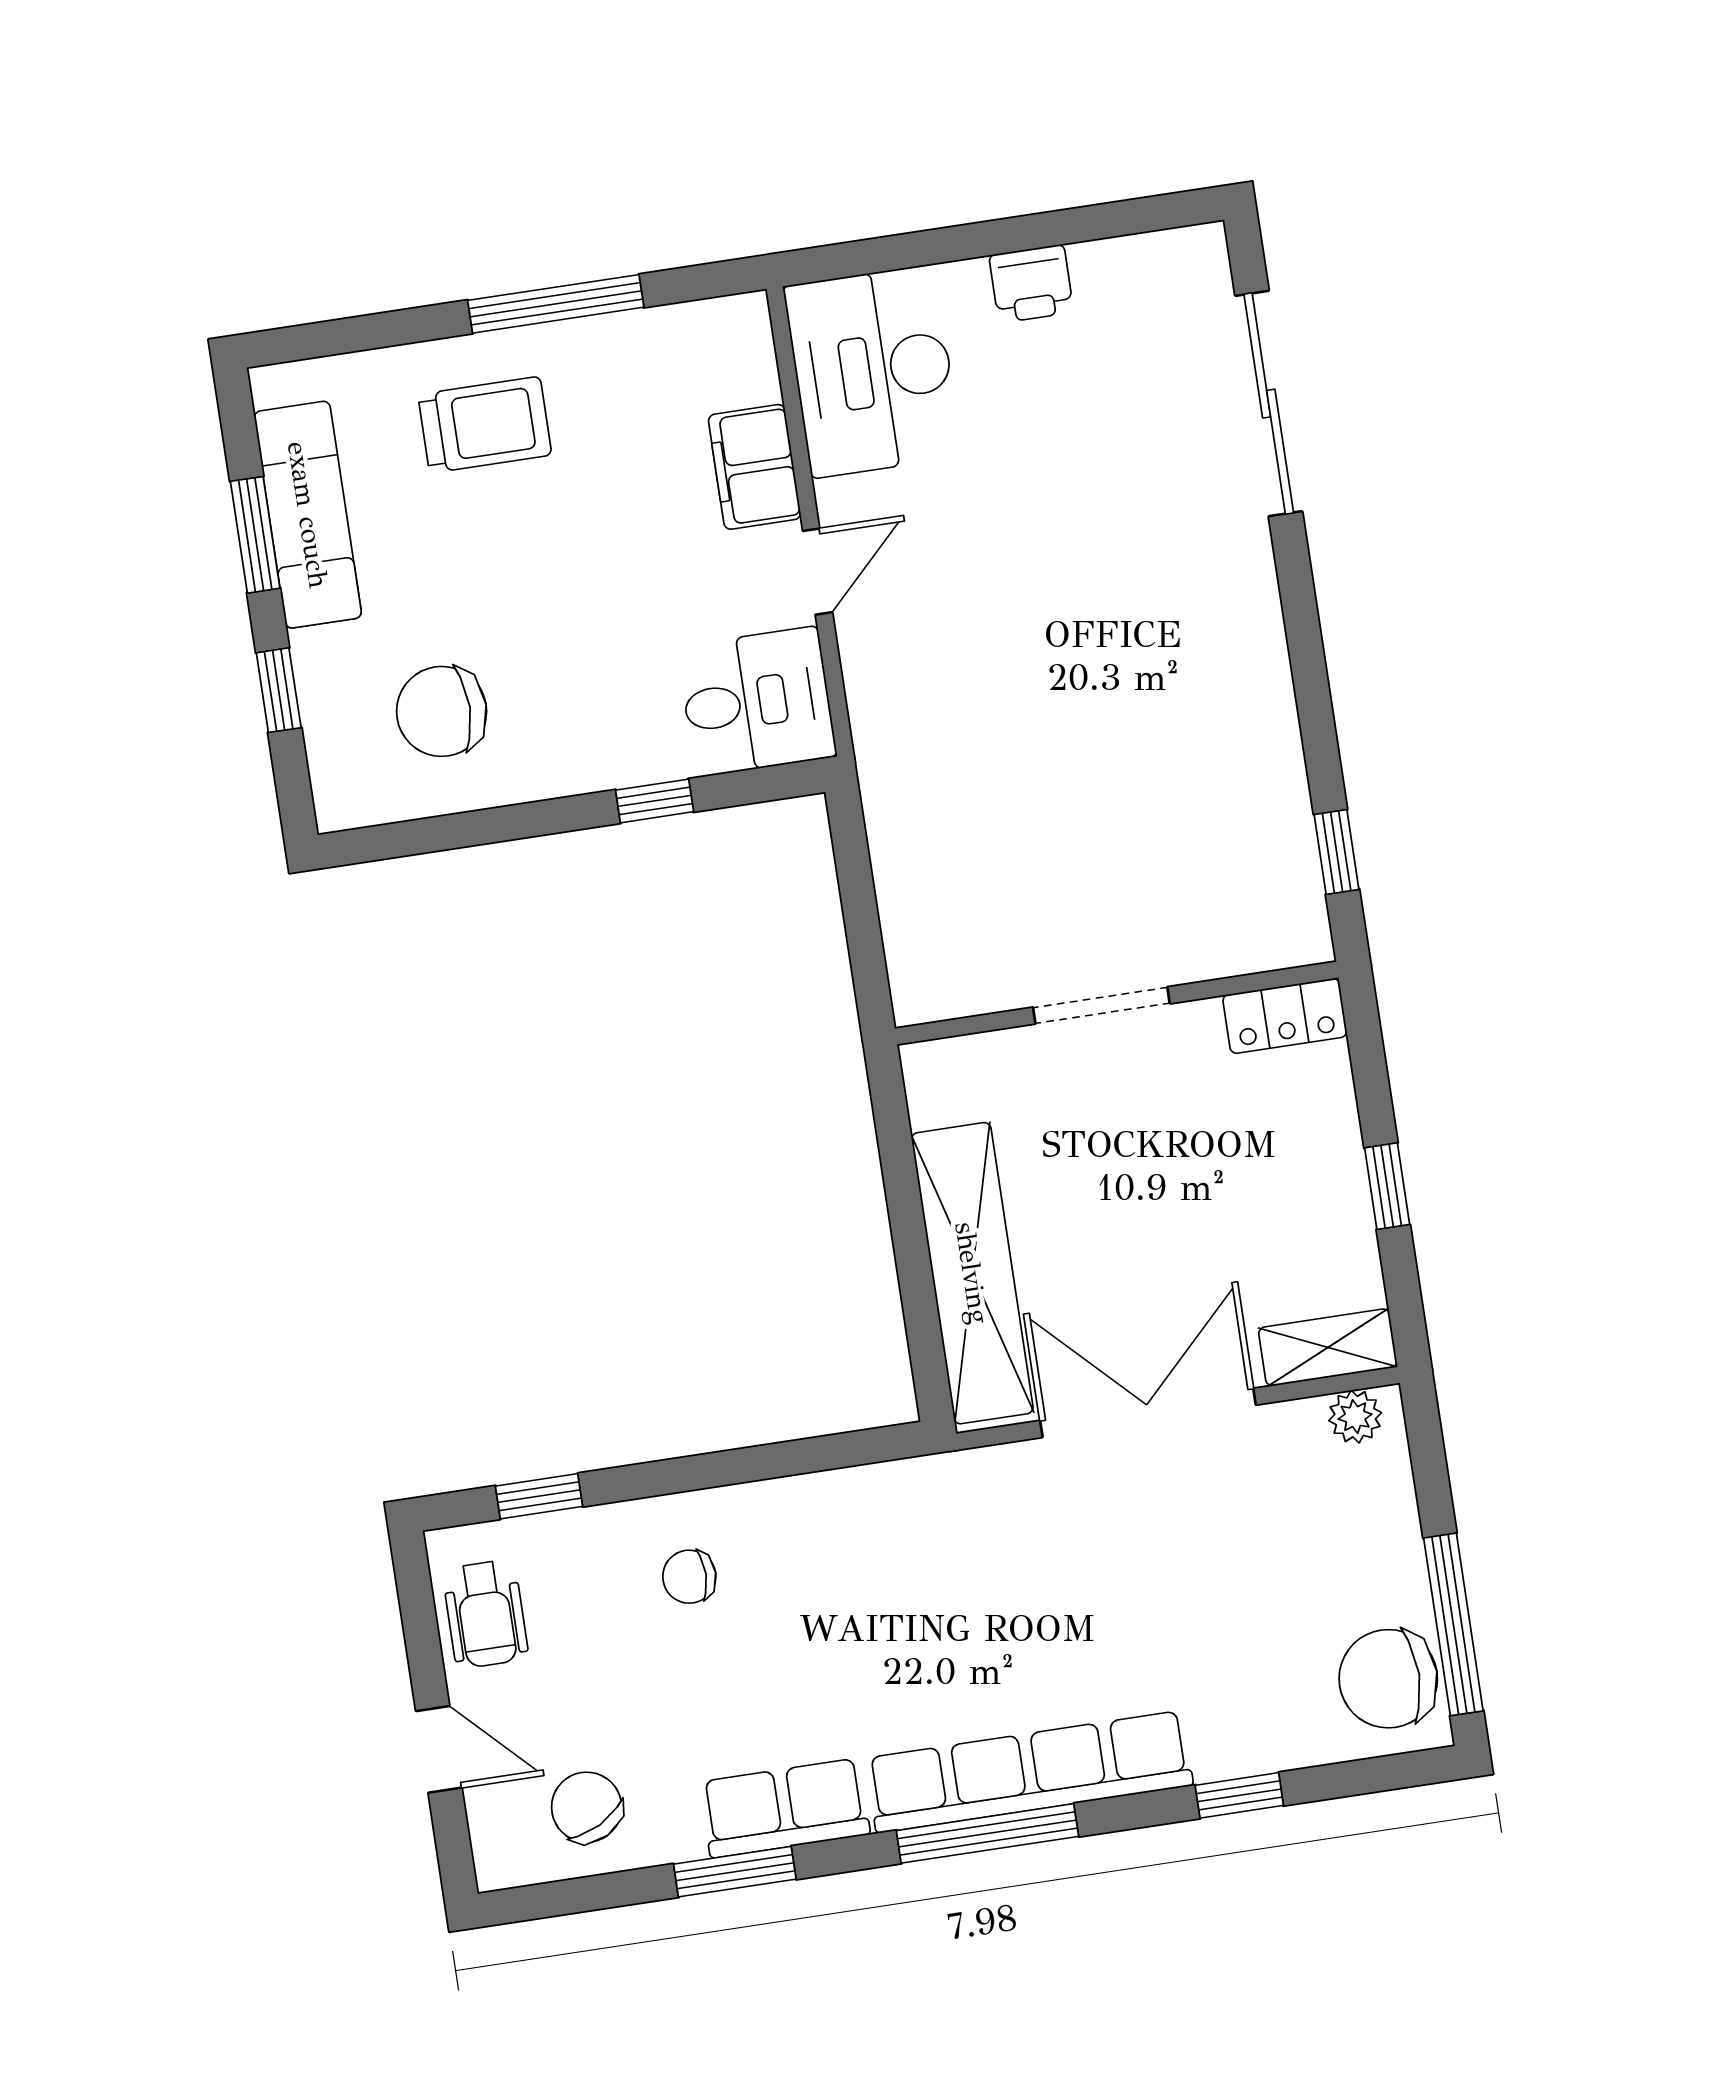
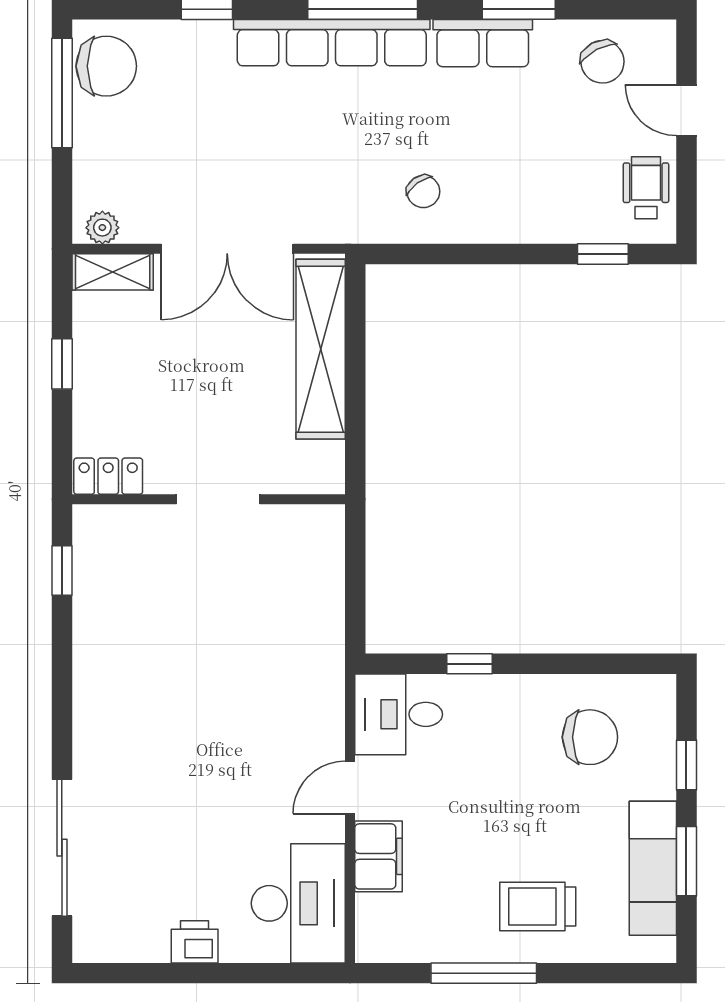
chair: (689, 1577) -> (423, 191), moved, turned 54

